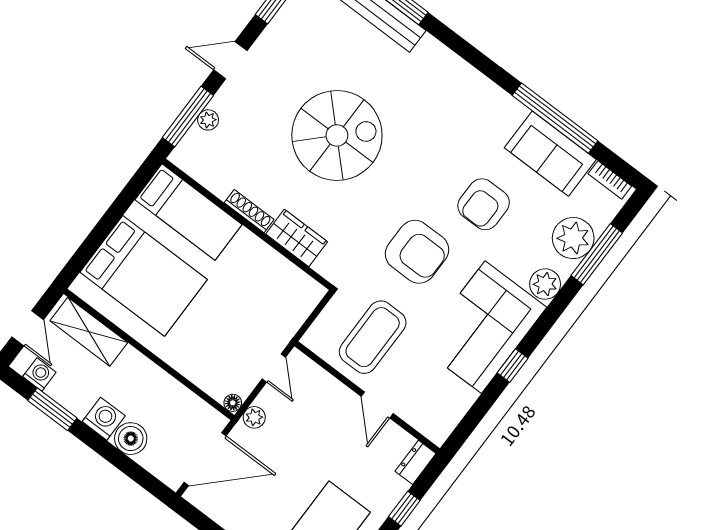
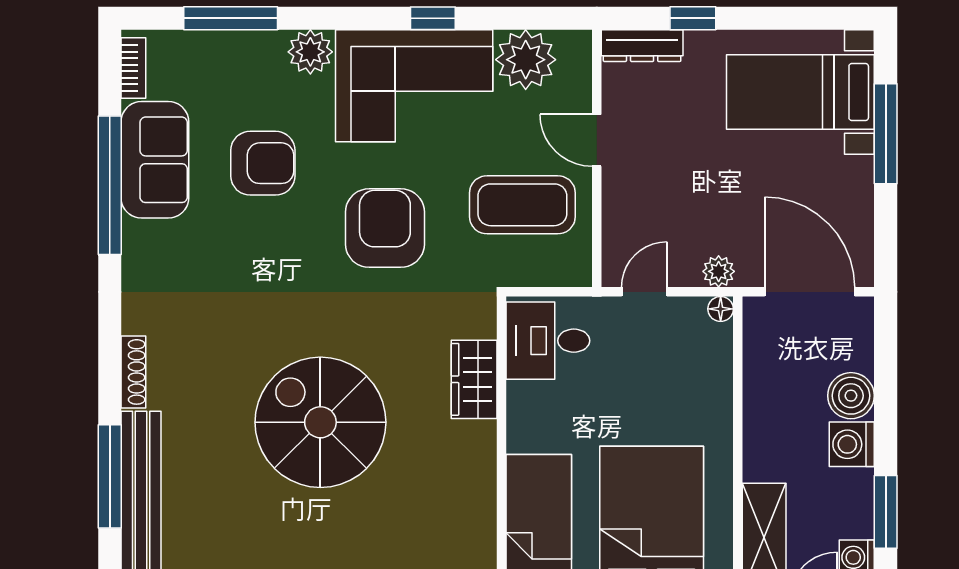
armchair: (484, 204) -> (263, 163), moved
shoe rack: (249, 211) -> (133, 372), moved, turned 180
plant: (573, 238) -> (526, 60), moved
desk: (287, 295) -> (548, 341), added
door: (377, 405) -> (597, 140), swing flipped
dresser: (416, 462) -> (642, 46), width x1.44

